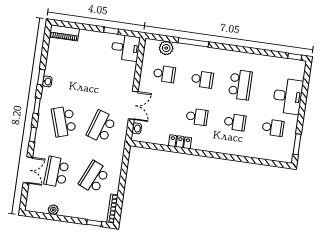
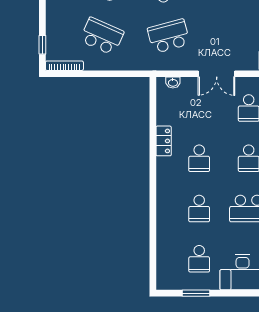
double door: (133, 105) -> (217, 74), moved
school desk: (101, 127) -> (169, 36), turned -33
window: (297, 144) -> (196, 293), moved

